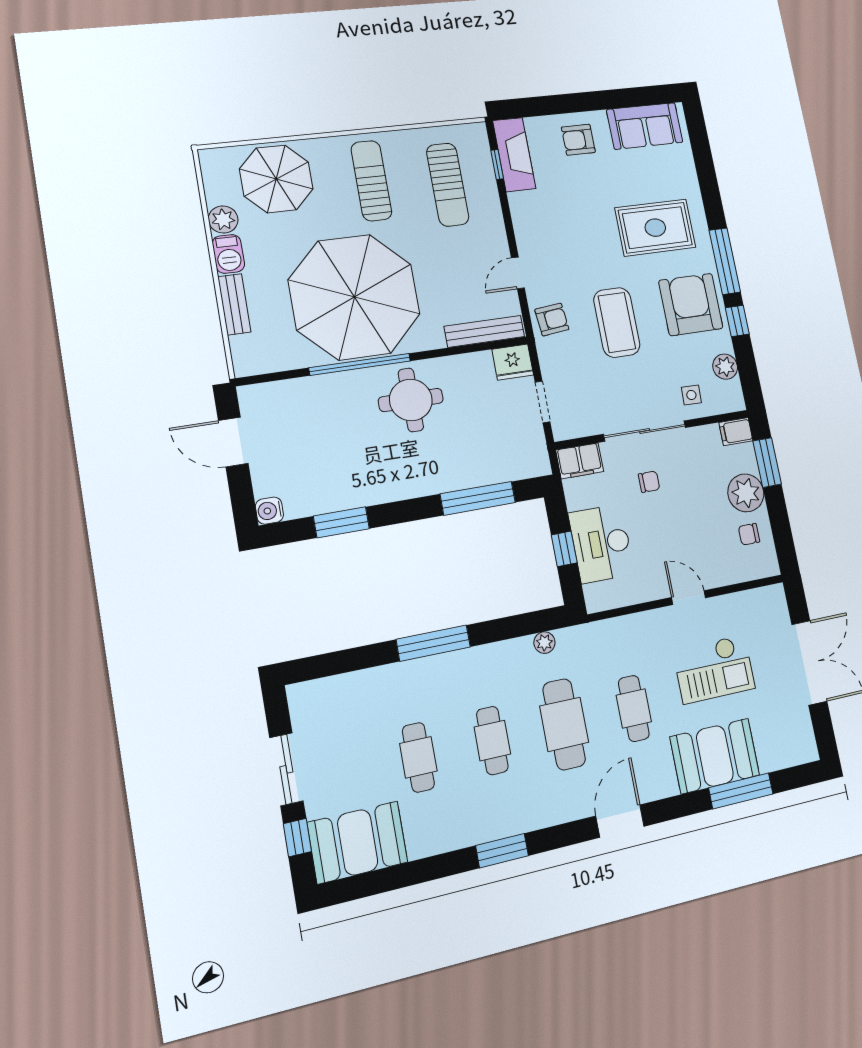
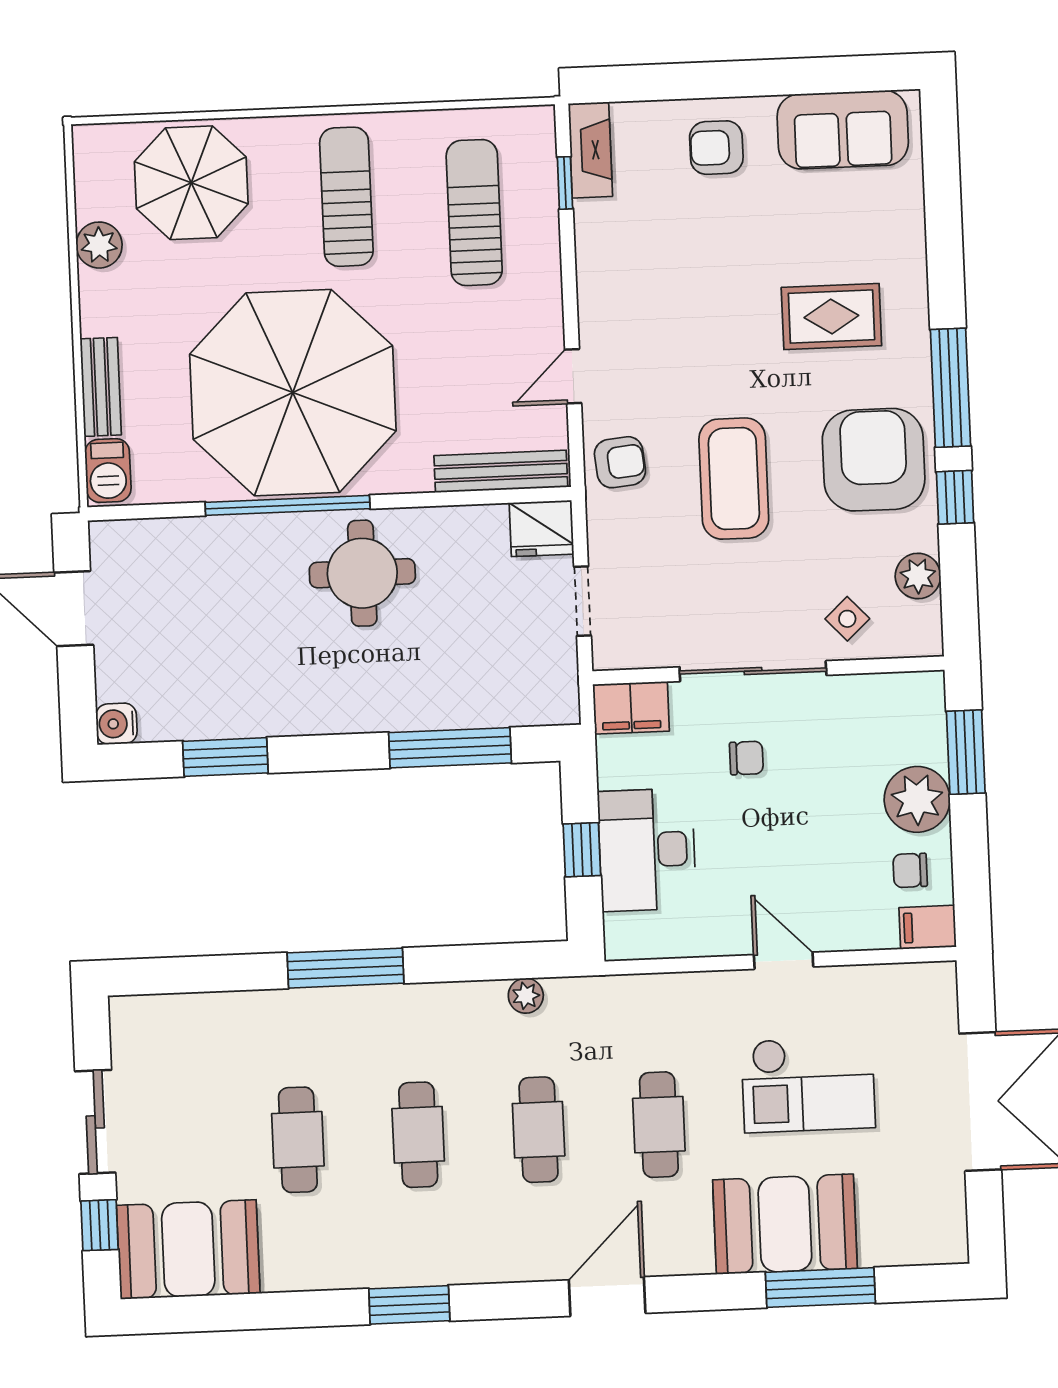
fireplace: (514, 155) -> (590, 150), width x0.73, depth x0.76
sun lounger: (448, 185) -> (474, 213), turned 180
rug: (655, 228) -> (831, 317), width x0.73, depth x0.70
barbecue: (228, 254) -> (108, 471), moved
side table: (691, 395) -> (847, 619), turned 45
filing cabinet: (736, 432) -> (928, 927), moved
cafe table: (564, 724) -> (539, 1130), width x0.73, depth x0.74

